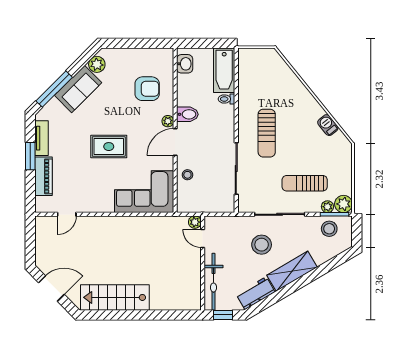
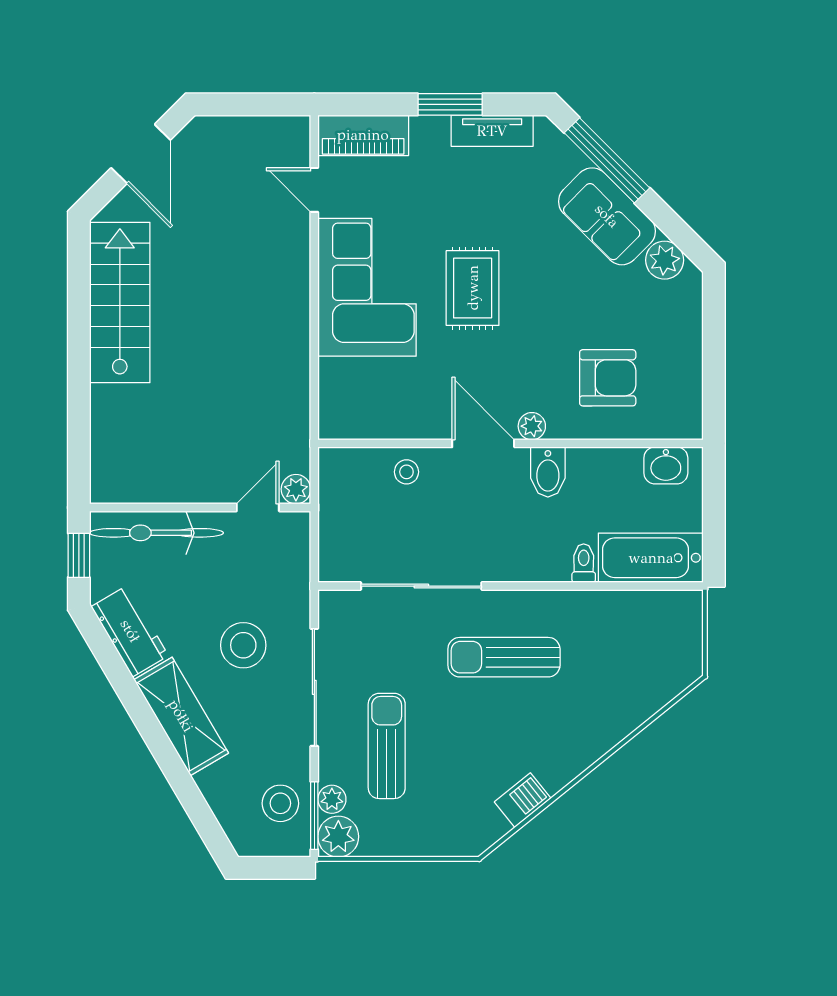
armchair: (147, 89) -> (608, 378), turned -90
piano: (43, 176) -> (363, 135), moved
corner sofa: (144, 192) -> (367, 287), moved

